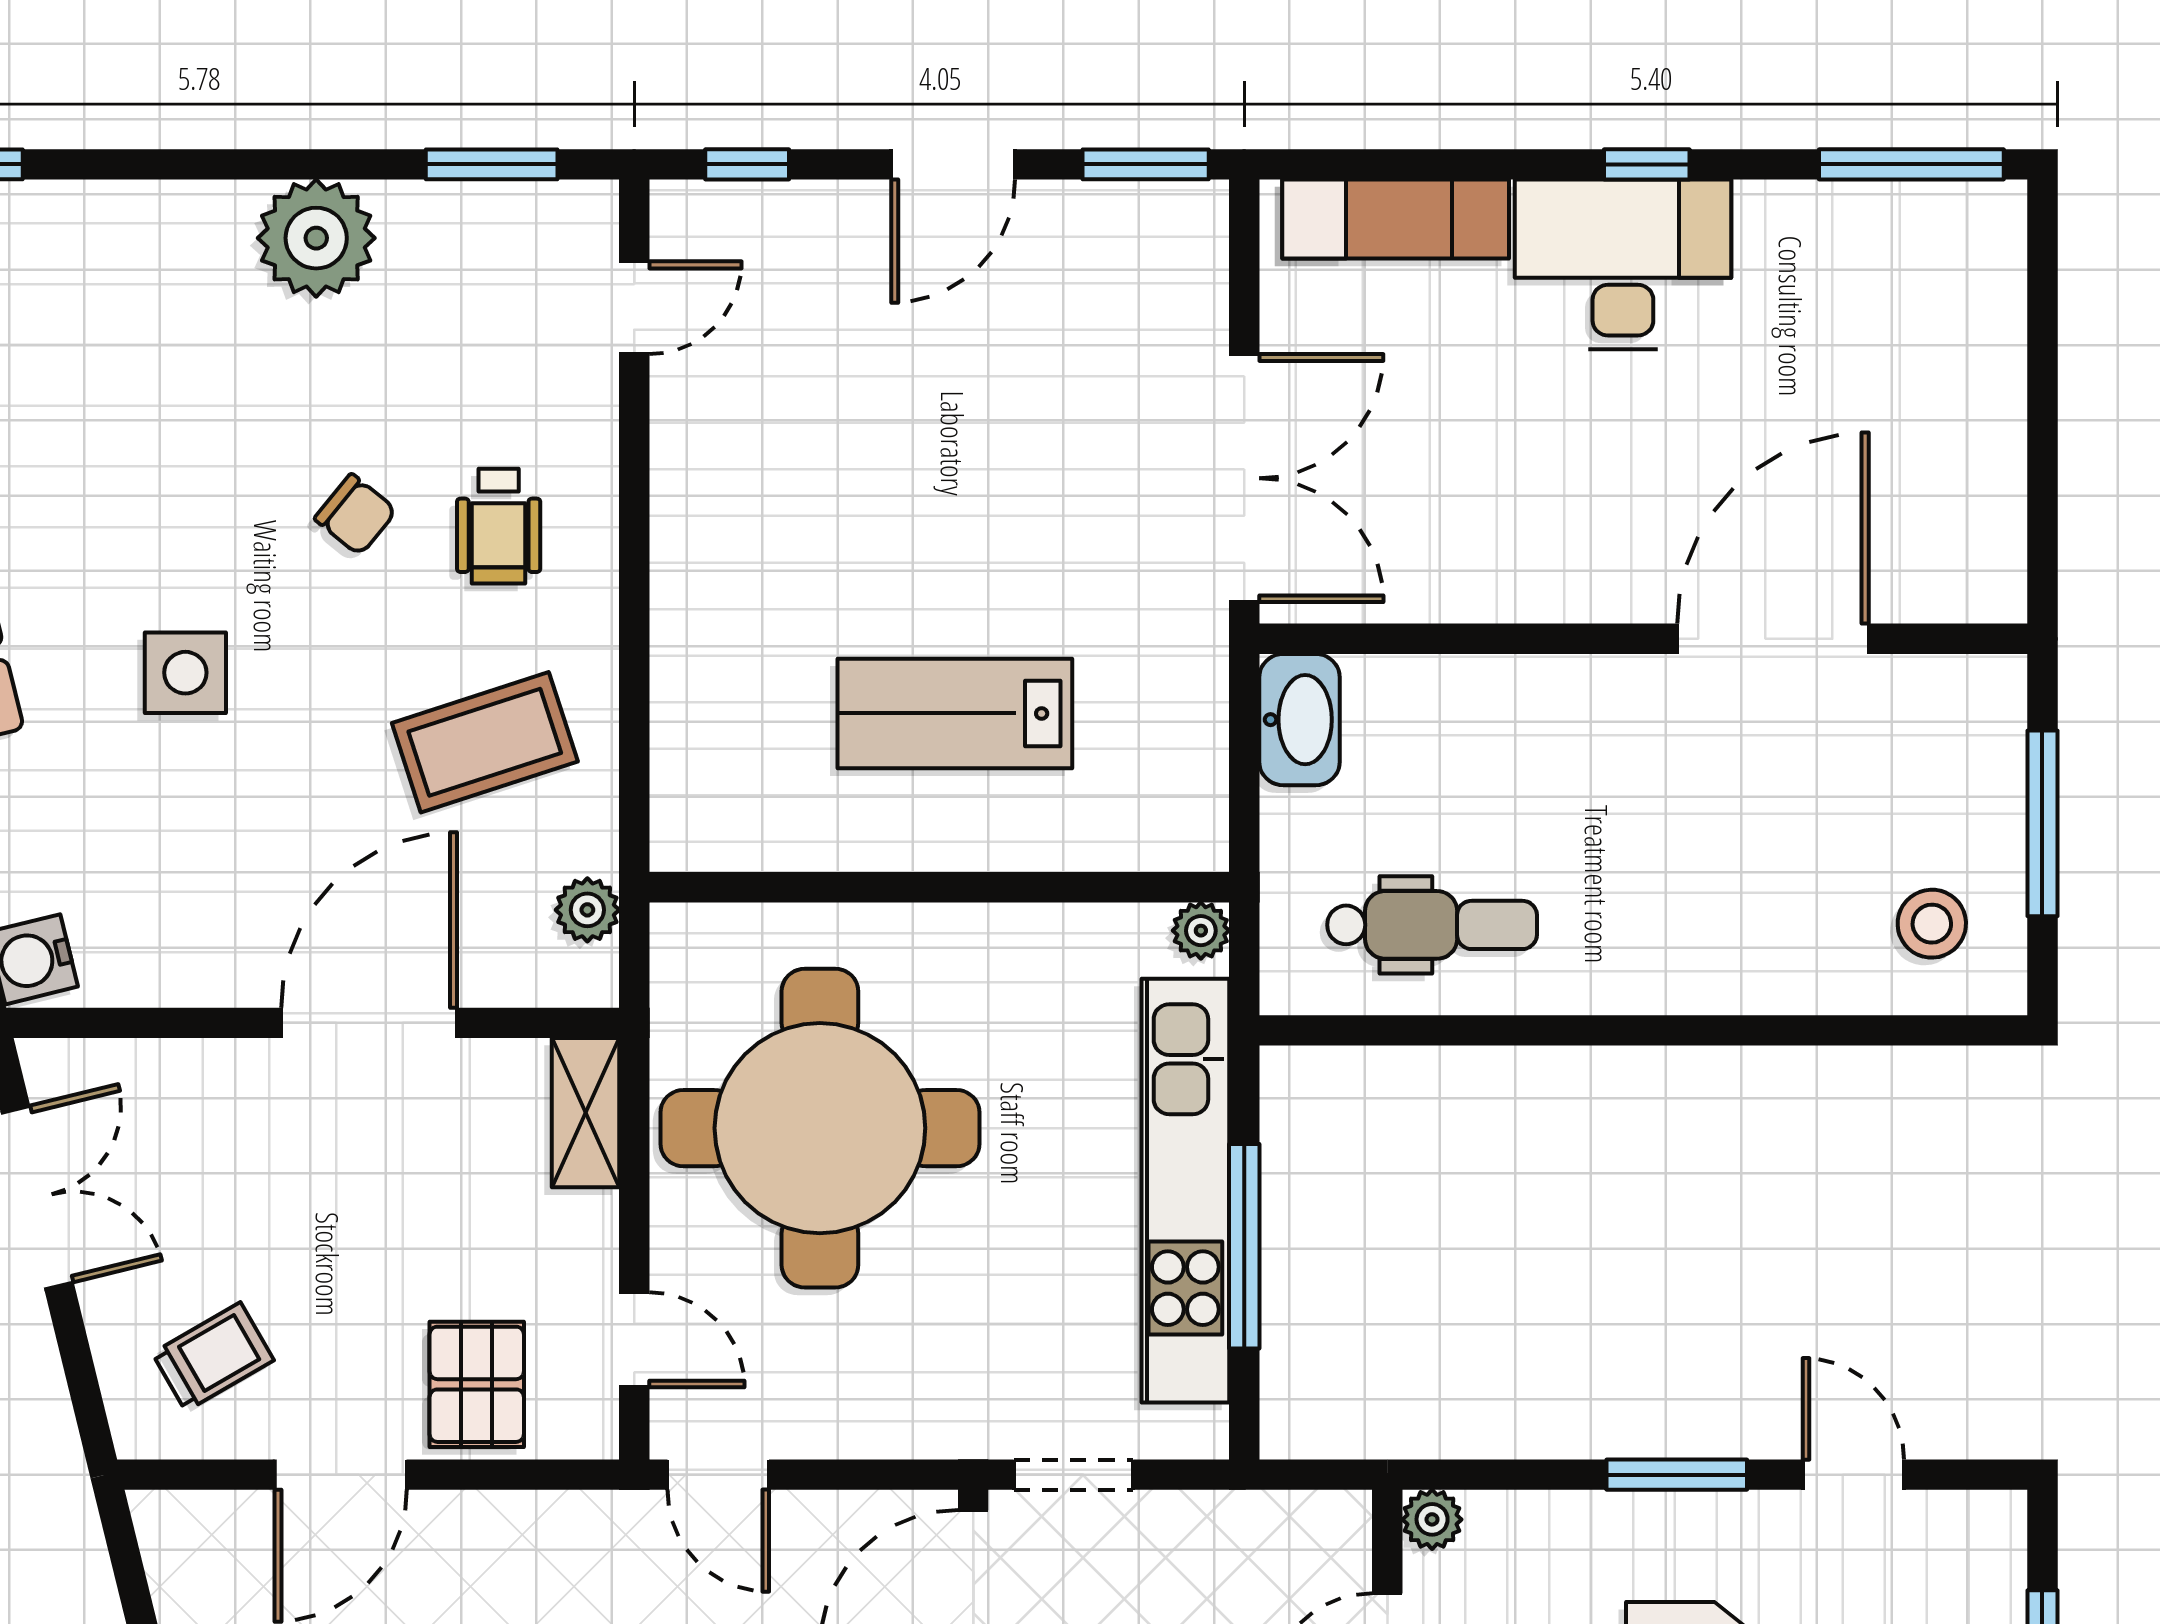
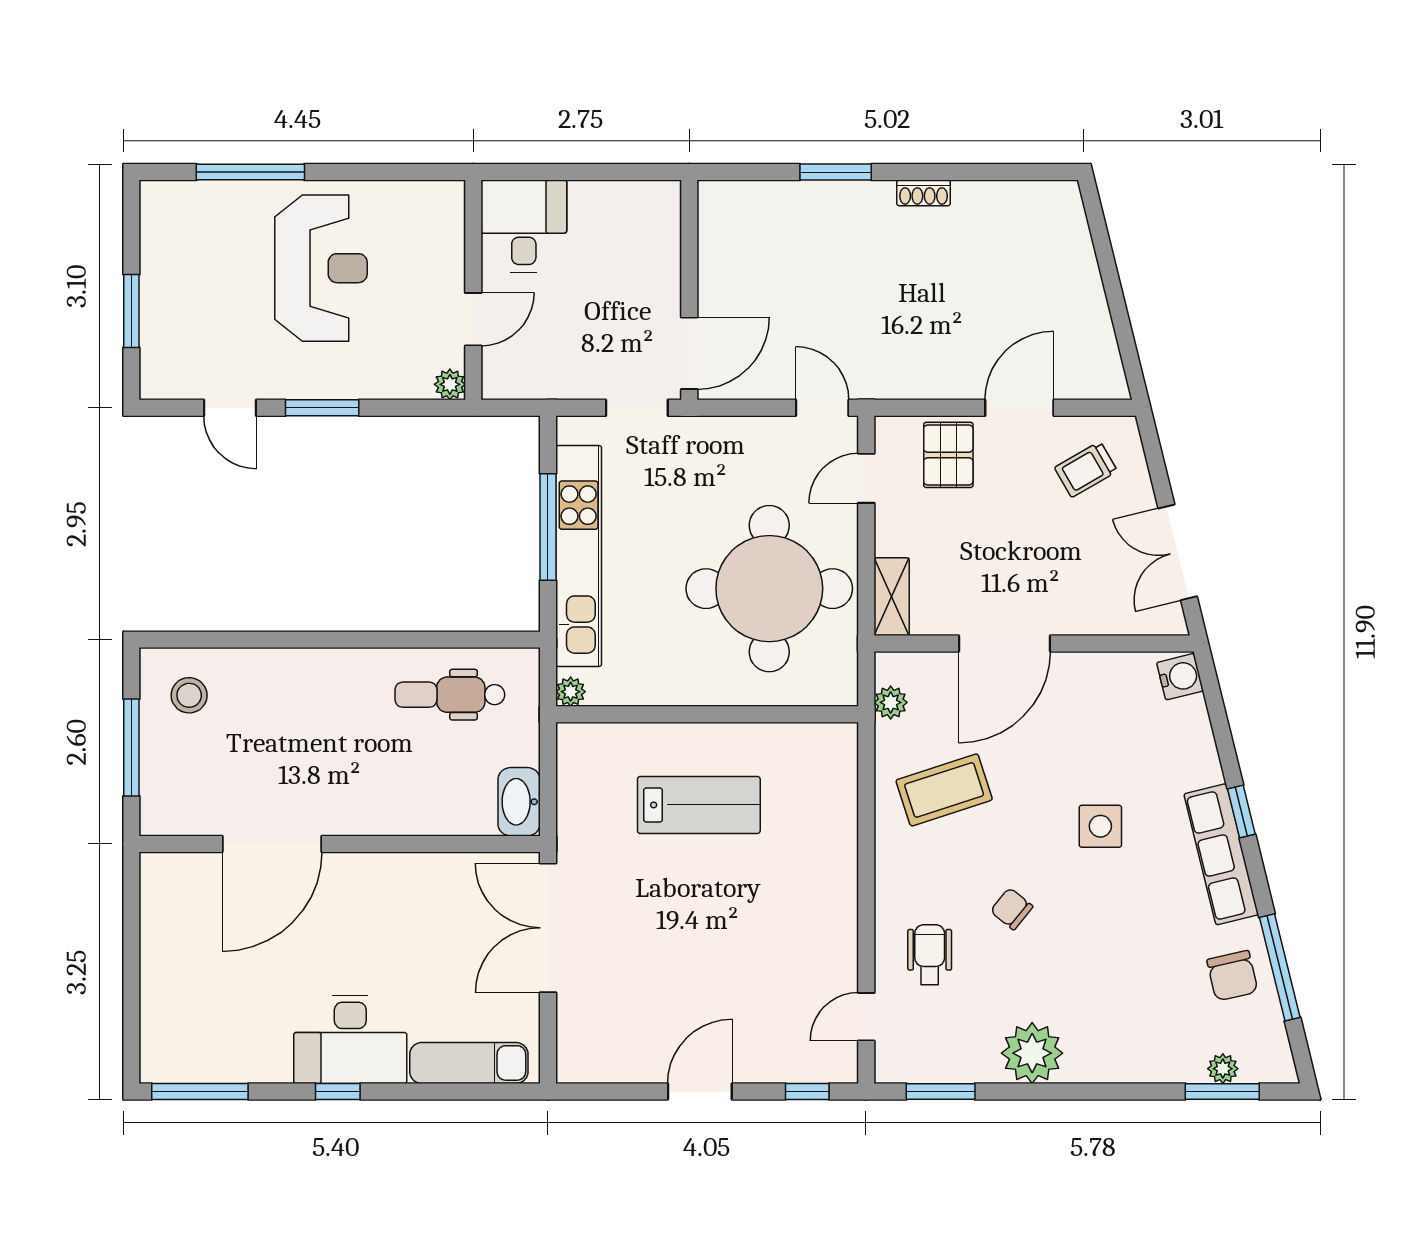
window: (1146, 164) -> (599, 1092), removed
wheelchair: (499, 526) -> (930, 955), moved
door: (634, 1340) -> (866, 478), hinge flipped

